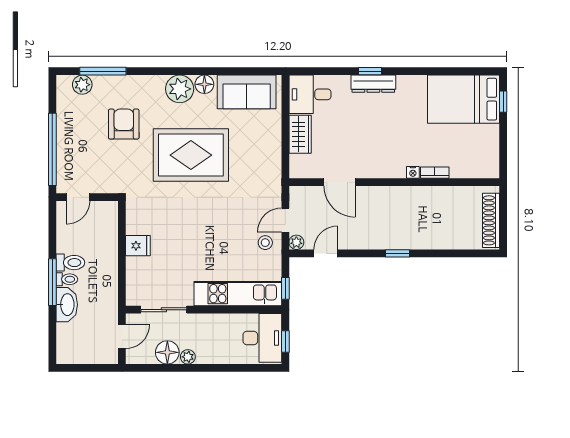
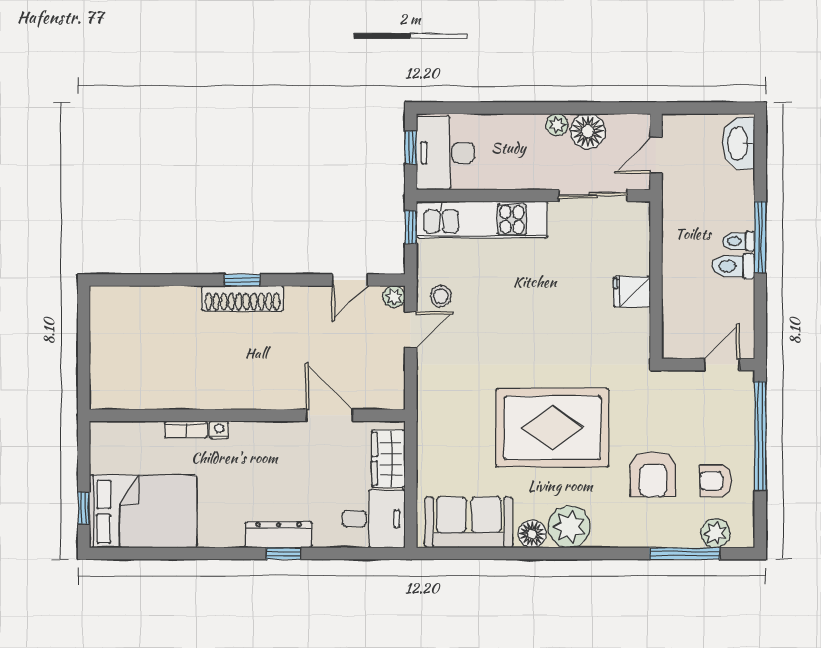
armchair: (82, 120) -> (716, 481), added
nightstand: (413, 172) -> (219, 430), moved
bookcase: (435, 173) -> (186, 429), moved
door: (339, 182) -> (329, 415), moved
wall: (394, 182) -> (247, 415), moved
shoe rack: (491, 220) -> (243, 298), moved, turned 90
washbasin: (67, 305) -> (739, 143), moved

